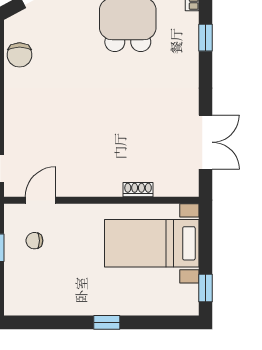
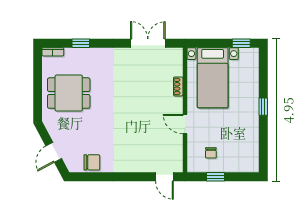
door: (40, 200) -> (185, 124), moved

